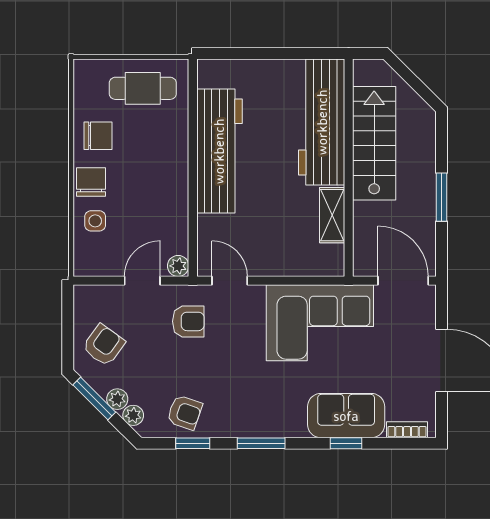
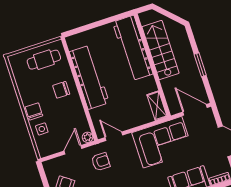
chair: (98, 136) -> (61, 90), moved, turned 180
shelving: (332, 215) -> (157, 106), moved

